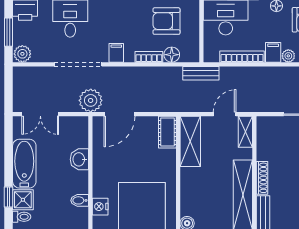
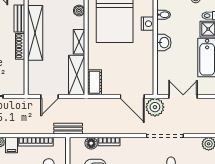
filing cabinet: (116, 53) -> (135, 145), removed
double door: (40, 114) -> (183, 96), moved
door: (119, 114) -> (132, 96), swing flipped
shelving: (245, 132) -> (79, 42), moved
washbasin: (79, 159) -> (164, 43), moved
bidet: (80, 200) -> (164, 15), moved

